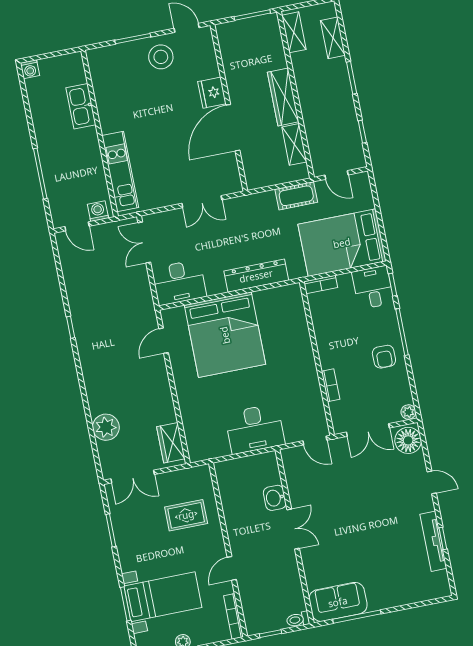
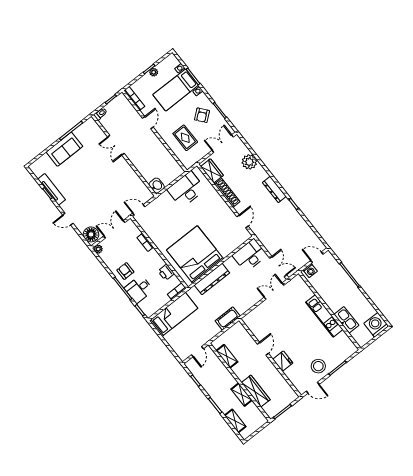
shelving: (294, 32) -> (242, 395), moved
washing machine: (30, 69) -> (376, 325), width x1.89, depth x1.89
wardrobe: (283, 97) -> (256, 391), moved
door: (233, 128) -> (263, 349), width x0.53
kitchen unit: (120, 172) -> (324, 316), moved
door: (336, 175) -> (197, 352), swing flipped
cot: (296, 196) -> (228, 318), moved
double door: (202, 202) -> (274, 291), moved
bed: (342, 243) -> (174, 314), width x0.67
desk: (373, 287) -> (139, 289), moved, turned 90
printer: (322, 322) -> (166, 272), added
bed: (225, 335) -> (195, 254), moved
dresser: (89, 365) -> (274, 189), added
shoe rack: (165, 397) -> (227, 193), added
desk: (255, 429) -> (186, 189), moved
washbasin: (275, 498) -> (157, 186), moved
rug: (186, 515) -> (185, 138), turned 90
double door: (293, 529) -> (116, 145), moved
armchair: (142, 537) -> (202, 115), added
sofa: (338, 602) -> (64, 149), moved

